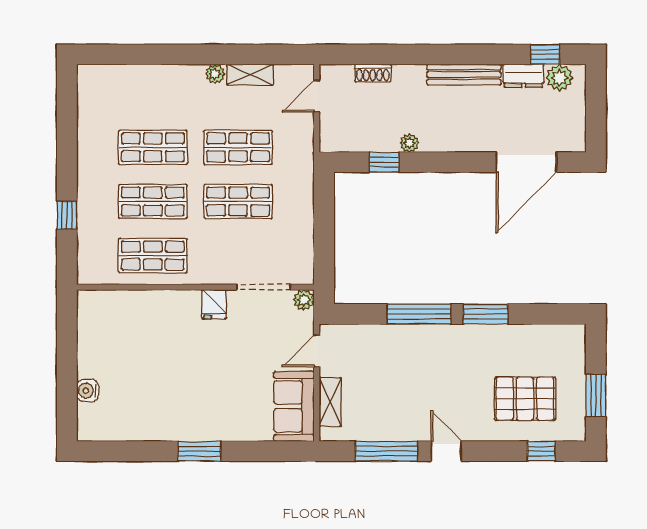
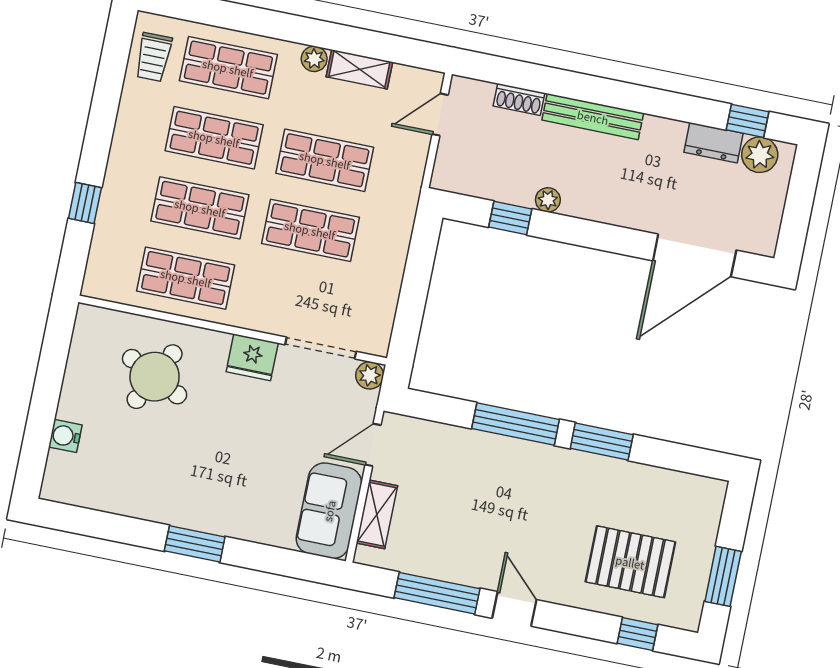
bench: (464, 75) -> (593, 117), moved
shop shelf: (153, 93) -> (228, 68), added
trolley: (96, 97) -> (153, 57), added
fridge: (214, 304) -> (252, 357), width x1.38
round table: (145, 333) -> (155, 377), added

